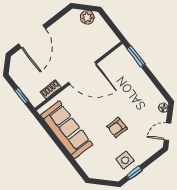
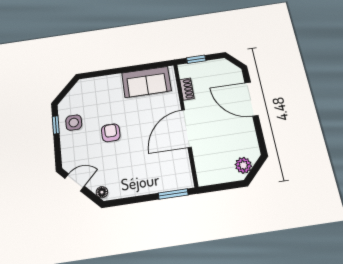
sofa: (67, 130) -> (146, 82), width x0.73
door: (168, 132) -> (75, 182), hinge flipped

